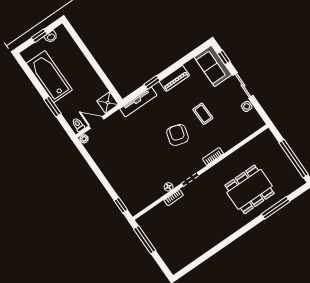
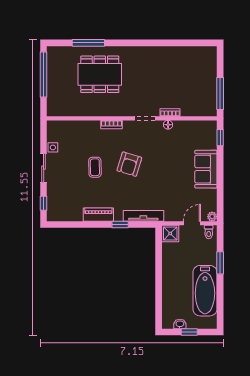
sofa: (213, 66) -> (206, 169), moved, turned 180
door: (96, 122) -> (192, 223), swing flipped

